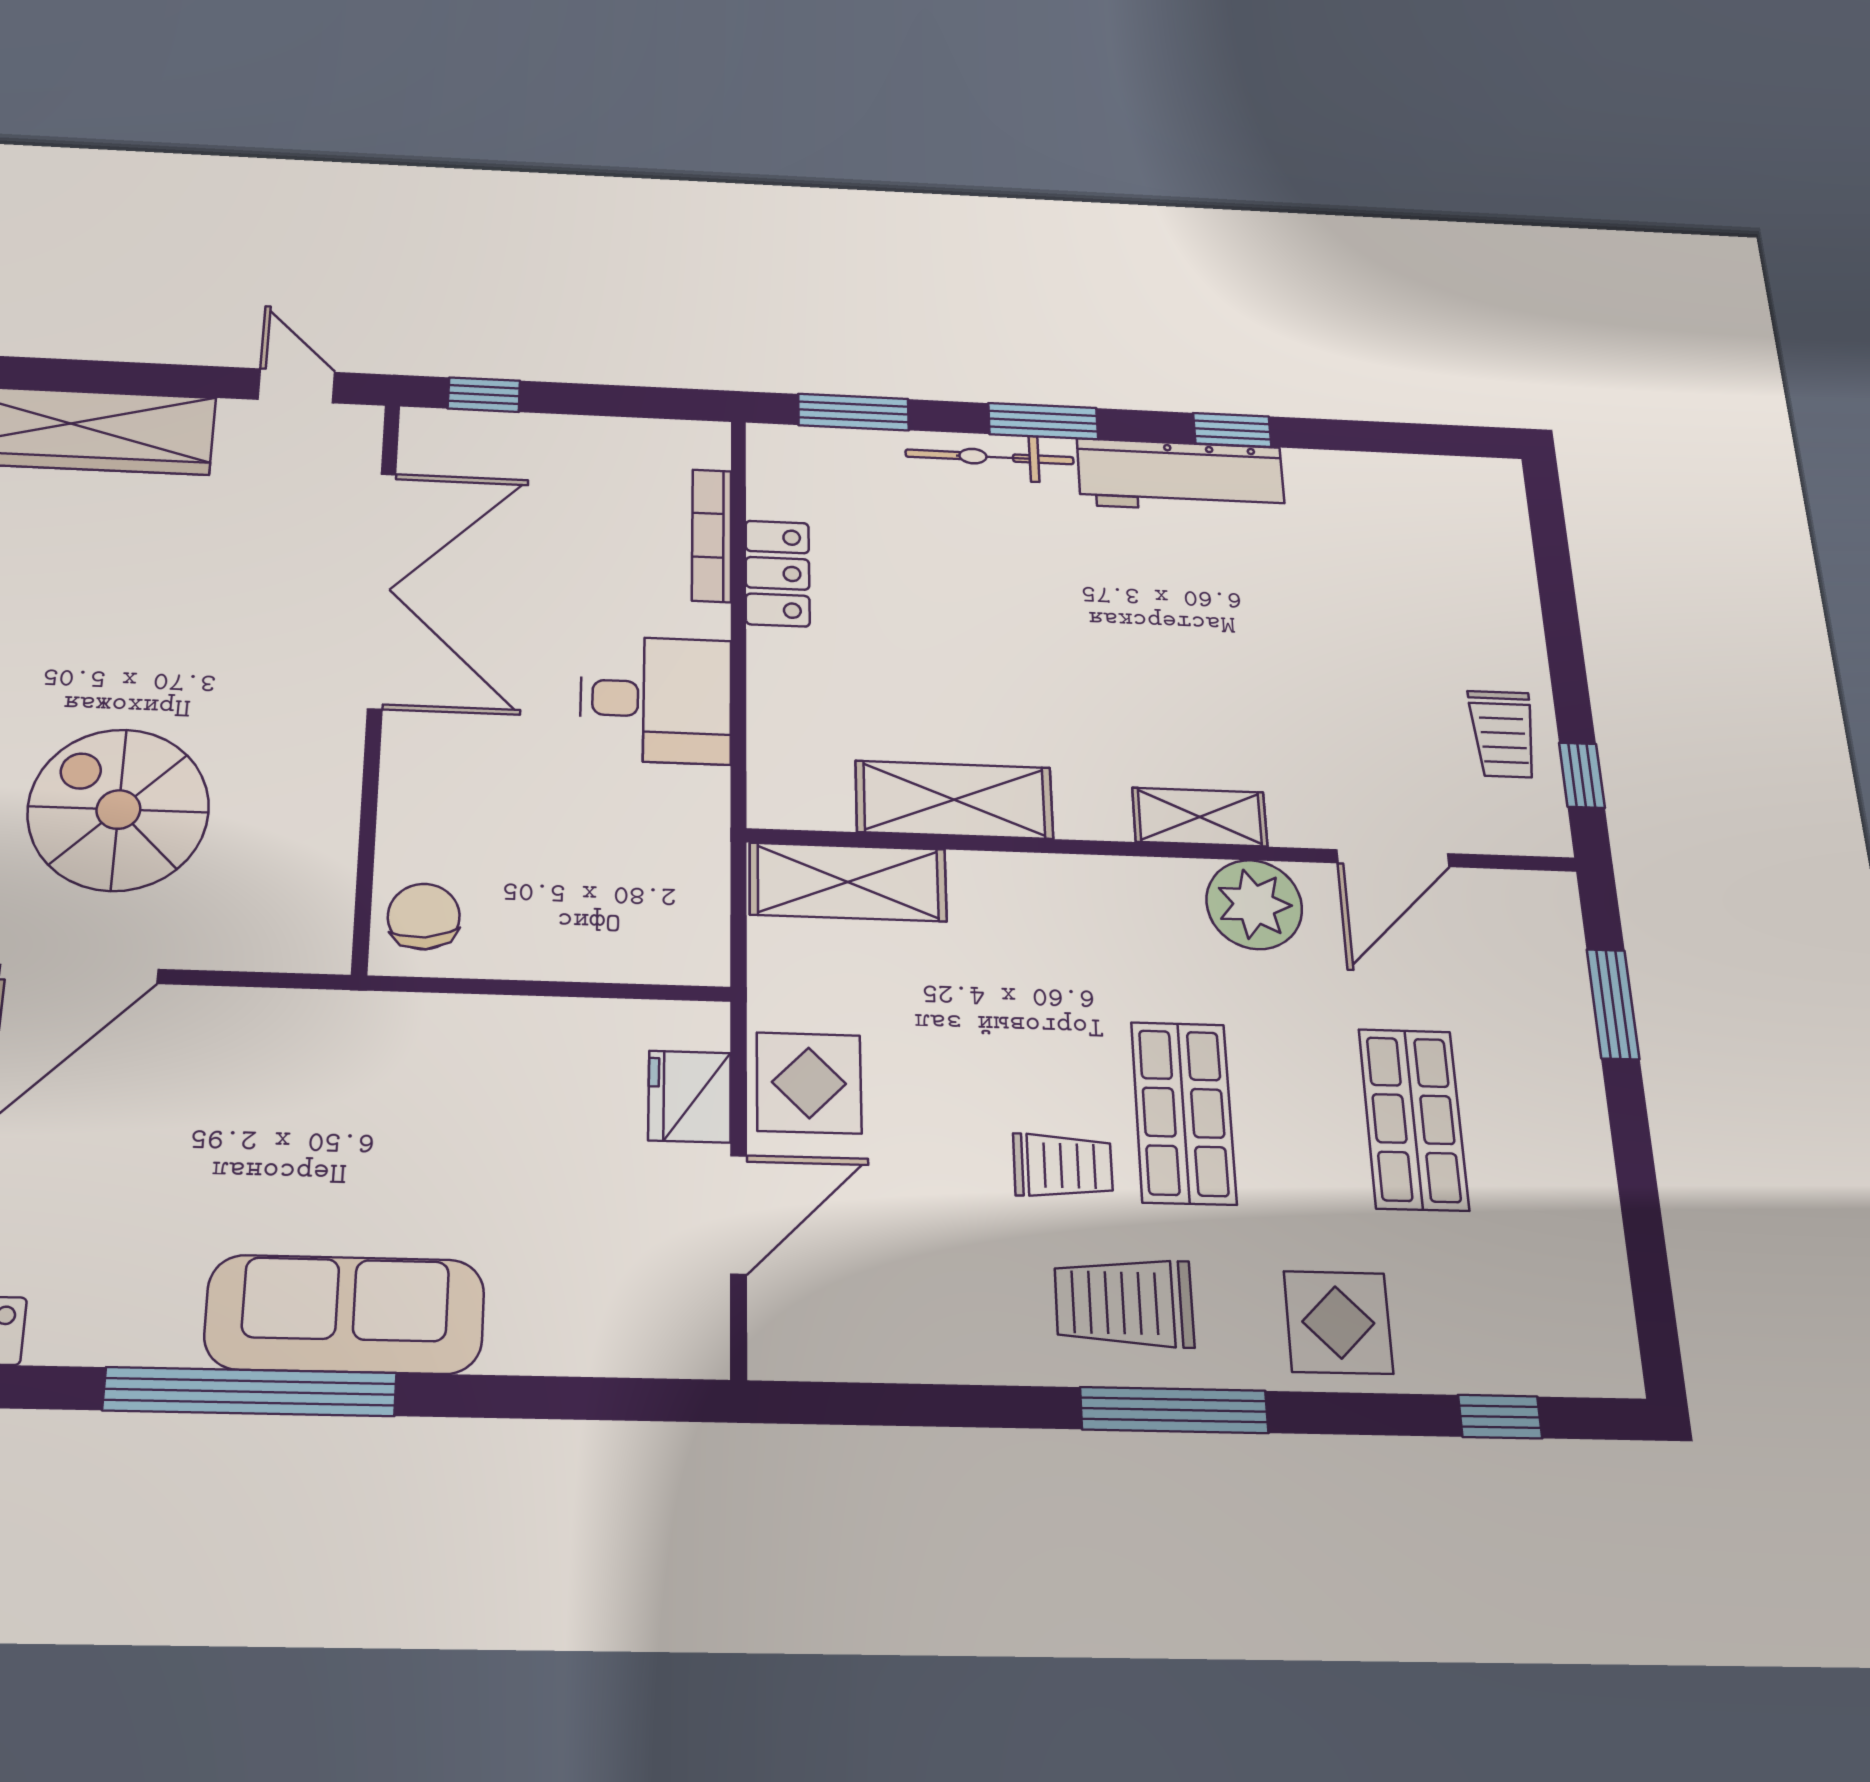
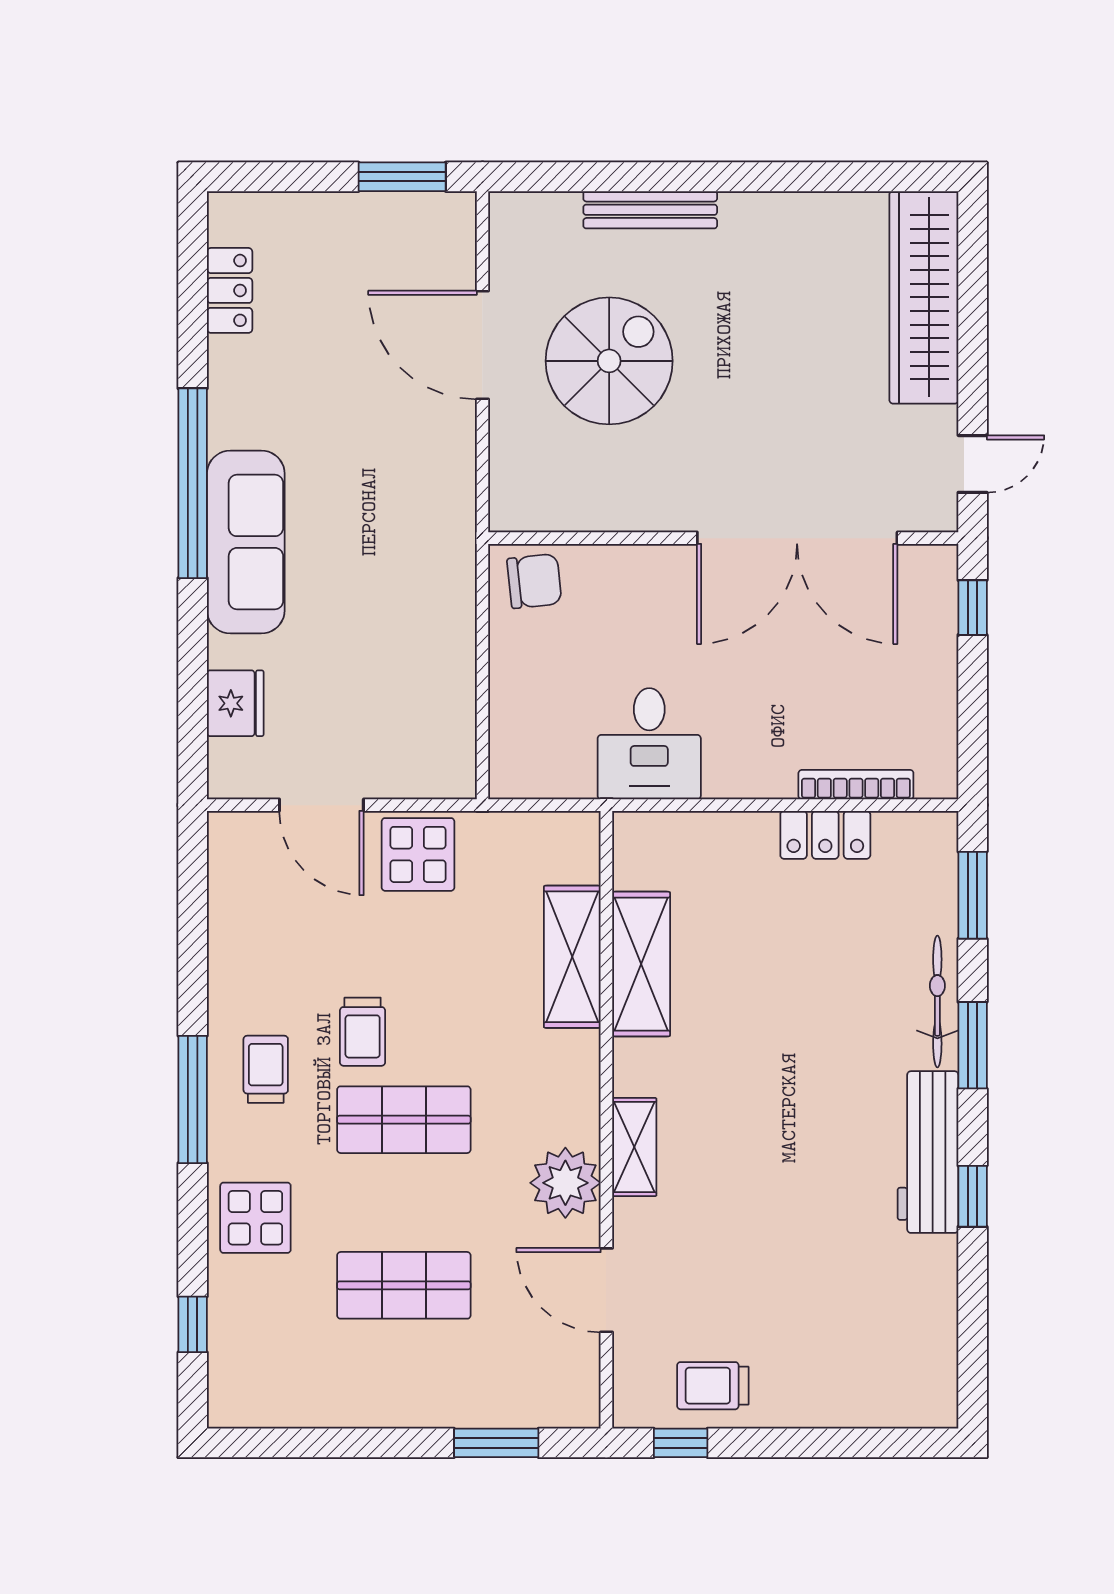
desk: (656, 699) -> (649, 744), moved
shelving: (848, 882) -> (572, 957), moved
fridge: (690, 1097) -> (235, 703), moved, turned 90
trolley: (1124, 1303) -> (266, 1069), width x0.73, depth x0.72

